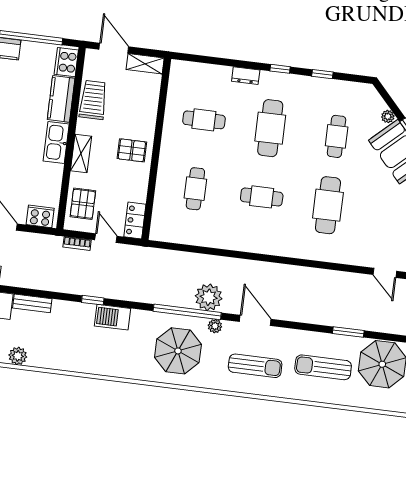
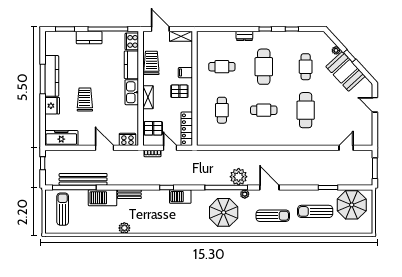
filing cabinet: (145, 122) -> (185, 73), added
pallet: (83, 204) -> (153, 128), turned 90
locker: (135, 220) -> (187, 129), width x1.53
door: (385, 273) -> (346, 148), swing flipped

